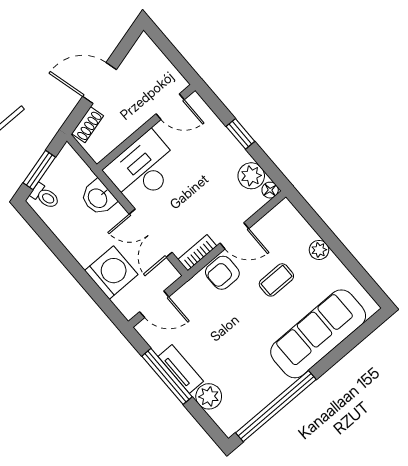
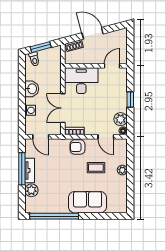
door: (170, 107) -> (112, 66), swing flipped
washbasin: (98, 198) -> (32, 89), moved, turned 180
door: (234, 236) -> (106, 137), moved
washing machine: (111, 273) -> (30, 110), width x0.53, depth x0.53
sofa: (318, 334) -> (87, 202), width x0.73

